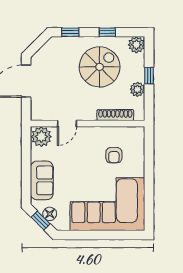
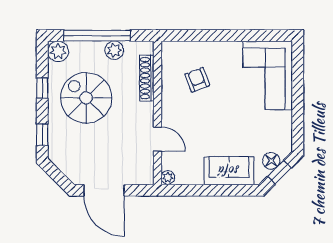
window: (149, 76) -> (97, 36), width x3.17
plant: (41, 137) -> (168, 177), width x0.53, depth x0.53
armchair: (114, 155) -> (197, 80), turned -111
corner sofa: (107, 204) -> (268, 76), width x0.73, depth x0.74

